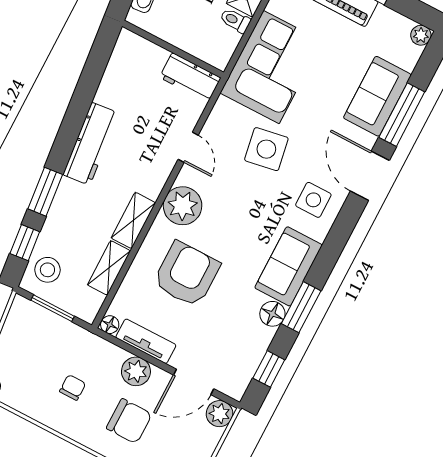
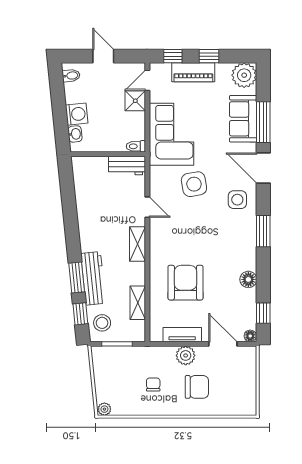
toilet: (235, 20) -> (136, 146), moved
plant: (421, 35) -> (244, 75), width x1.87, depth x1.87
workbench: (91, 144) -> (93, 278), moved
plant: (183, 206) -> (162, 243), removed
shelving: (133, 220) -> (138, 244), moved
sofa: (289, 266) -> (243, 247), removed
window: (301, 307) -> (263, 231), moved
floor lamp: (110, 325) -> (250, 336), moved
door: (194, 382) -> (223, 344), swing flipped
plant: (220, 414) -> (248, 355), removed

